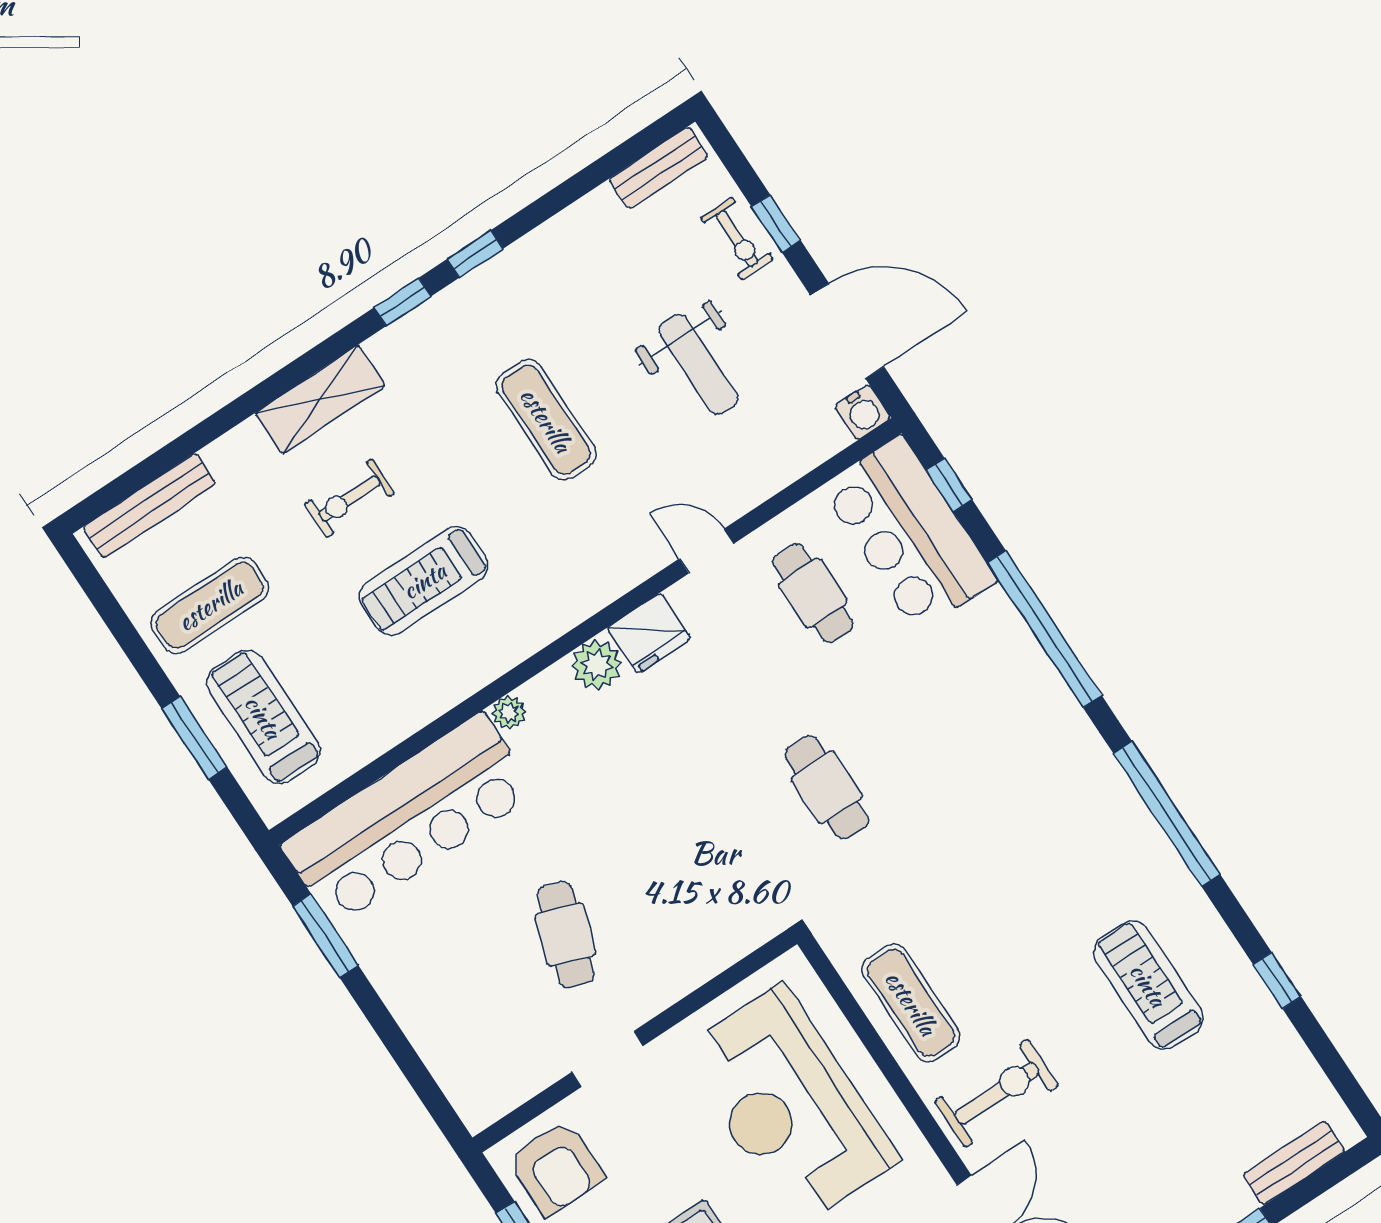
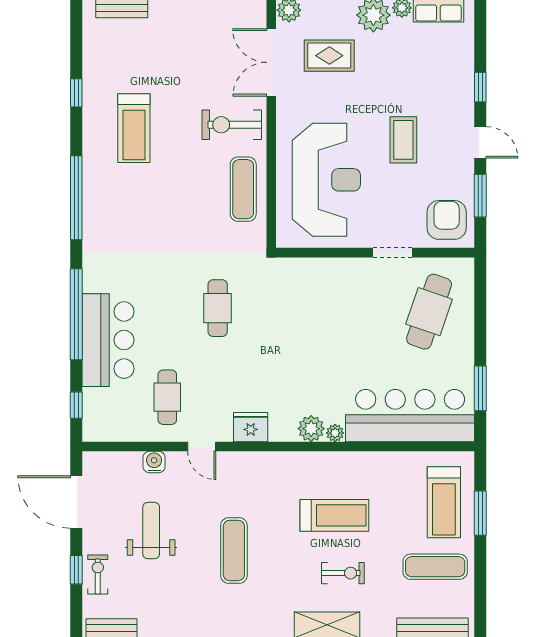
water cooler: (863, 412) -> (154, 462), moved
bar counter: (909, 534) -> (108, 340), moved
plant: (597, 665) -> (311, 429), moved
cafe table: (565, 935) -> (429, 312), moved, width x1.37, depth x1.35

